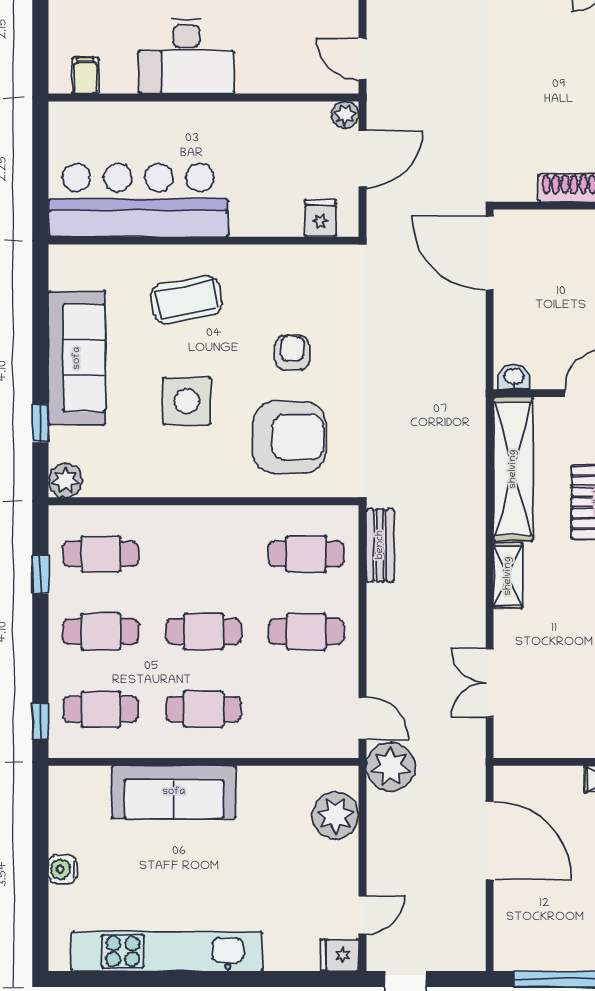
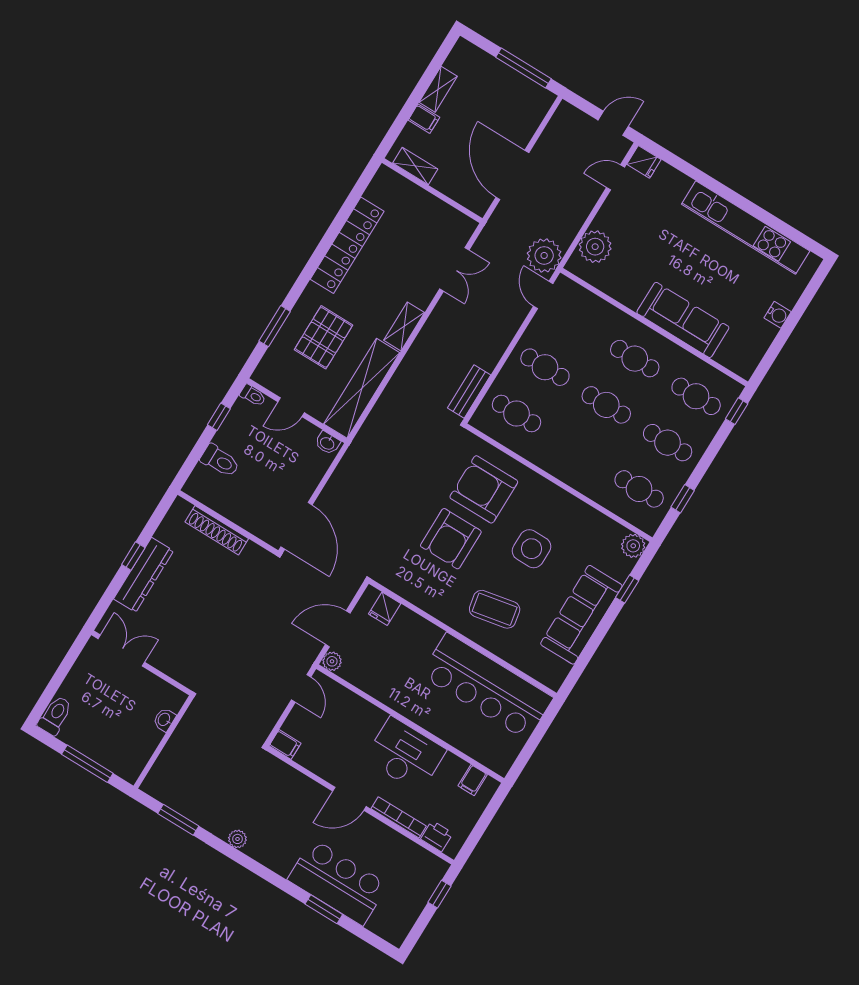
armchair: (292, 353) -> (451, 539), width x1.88, depth x1.88

